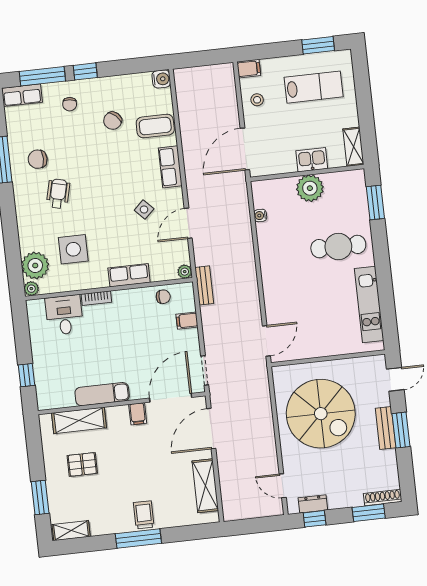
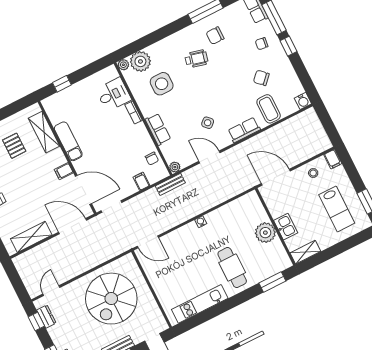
chair: (38, 159) -> (215, 36), turned -90
water cooler: (260, 215) -> (201, 222), moved

